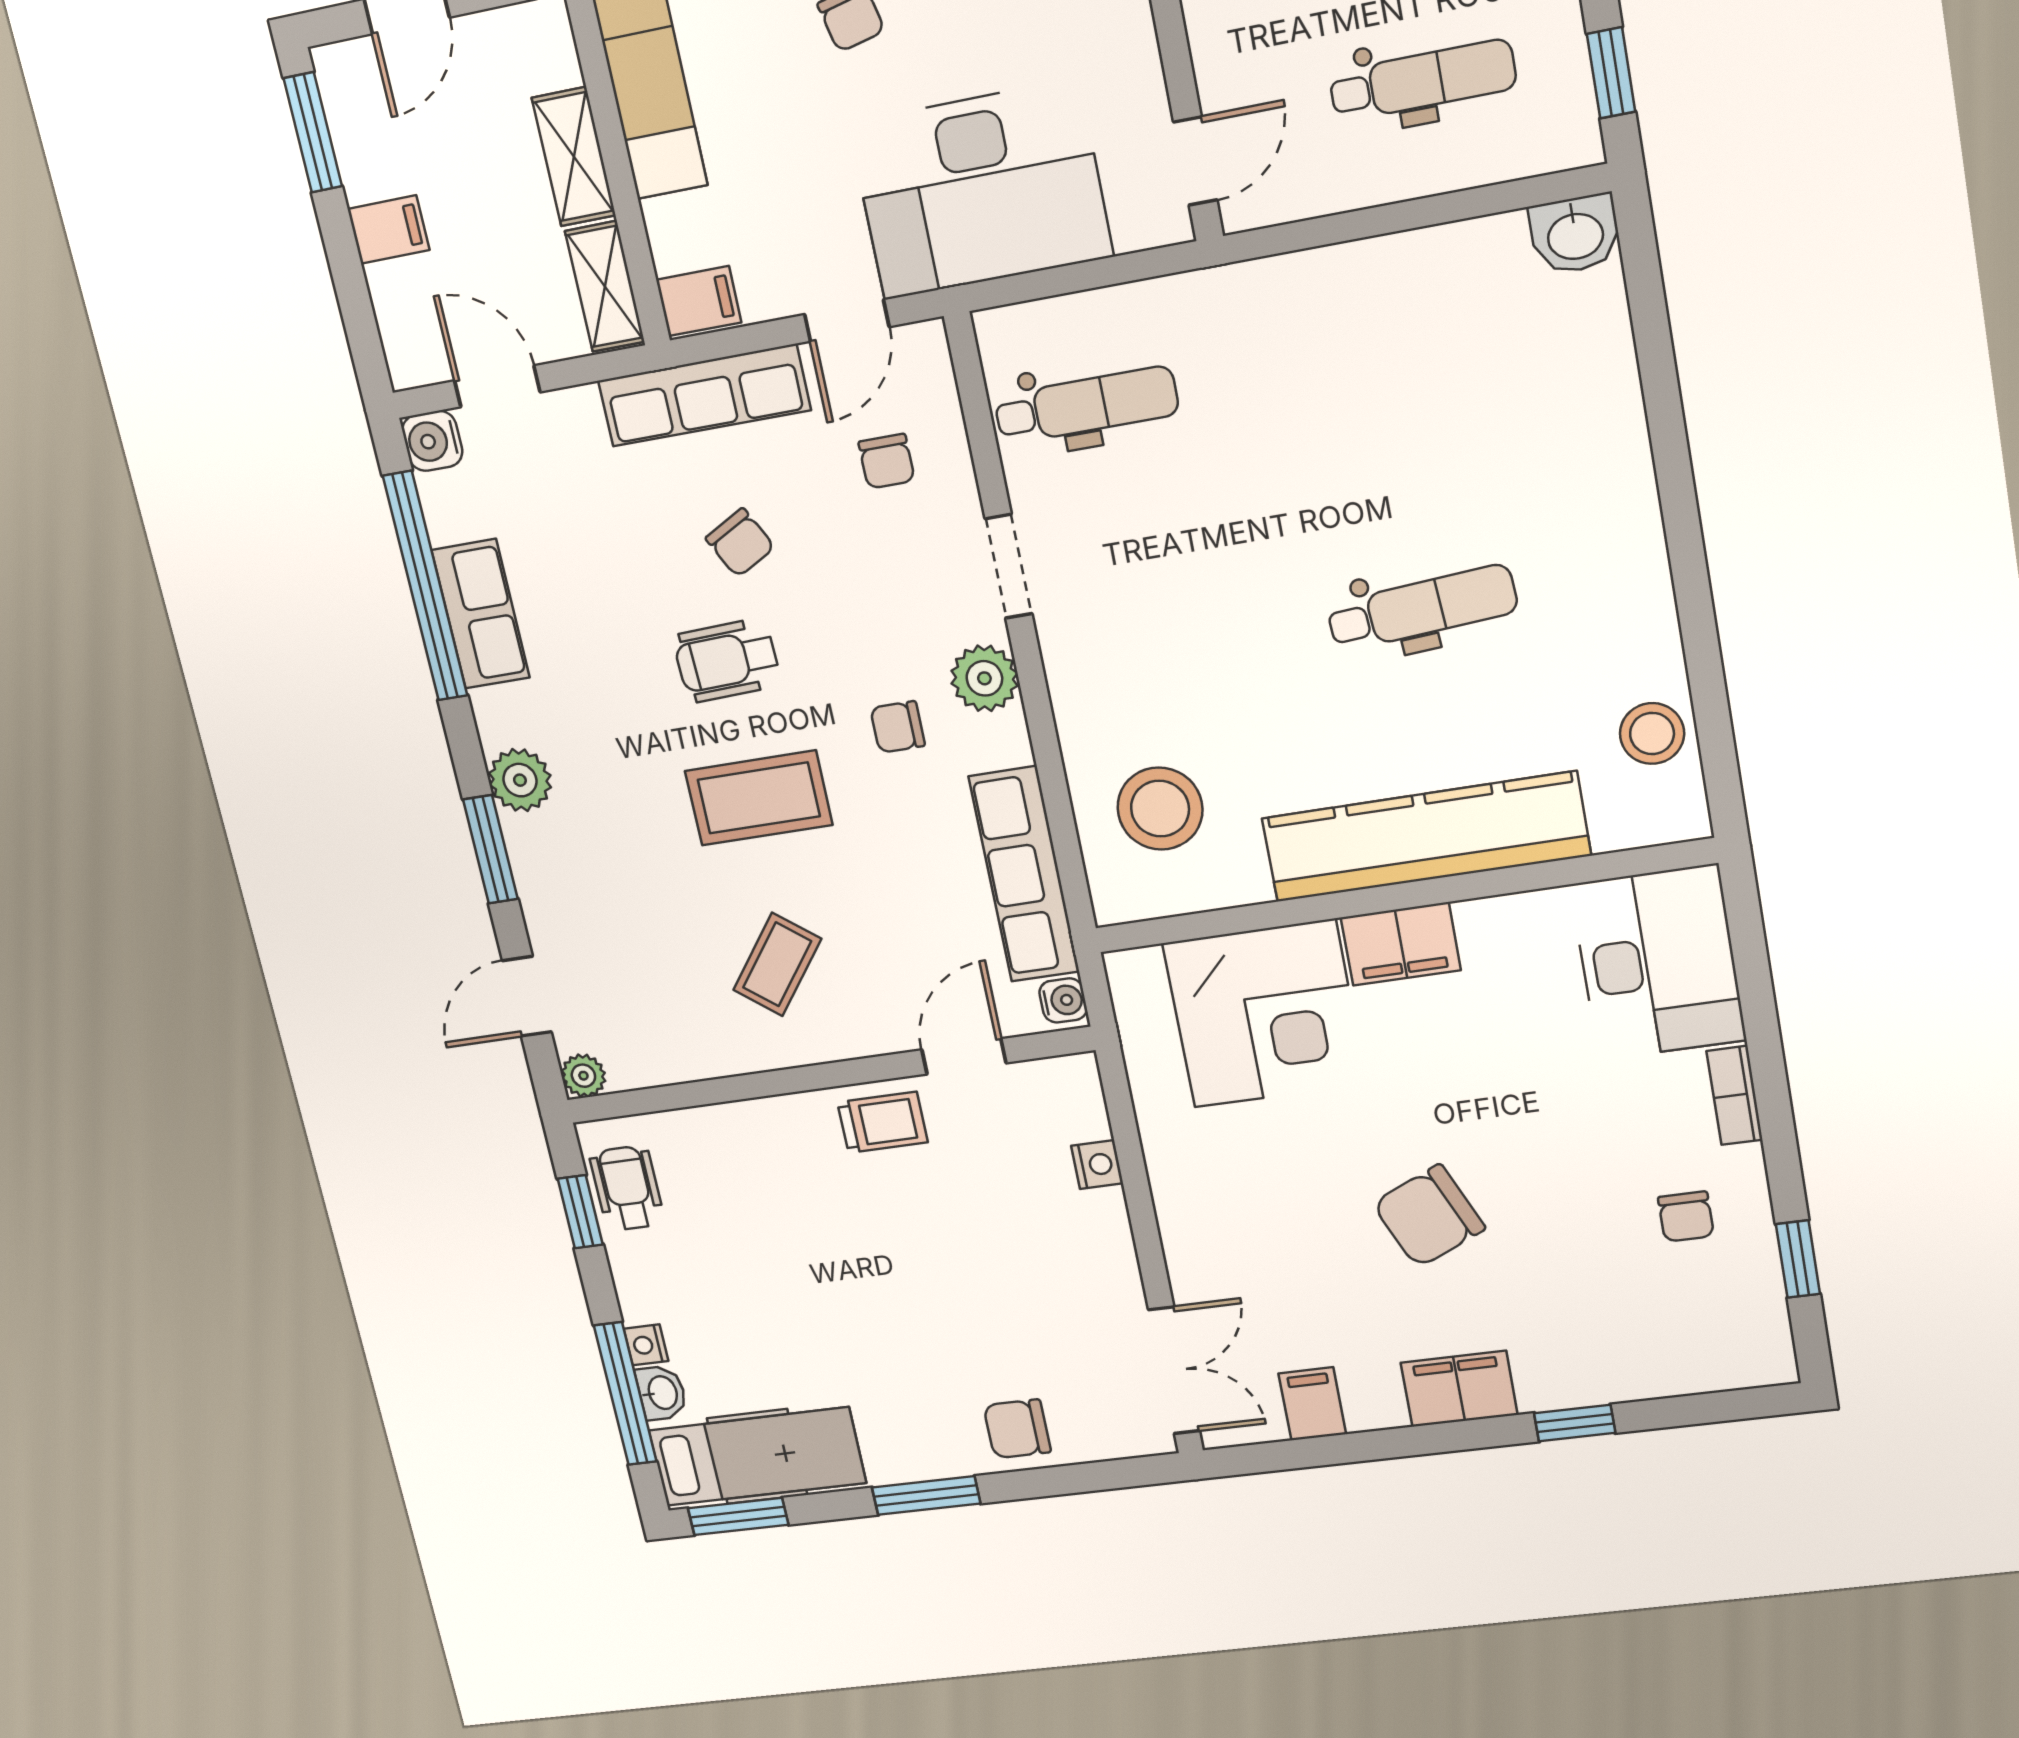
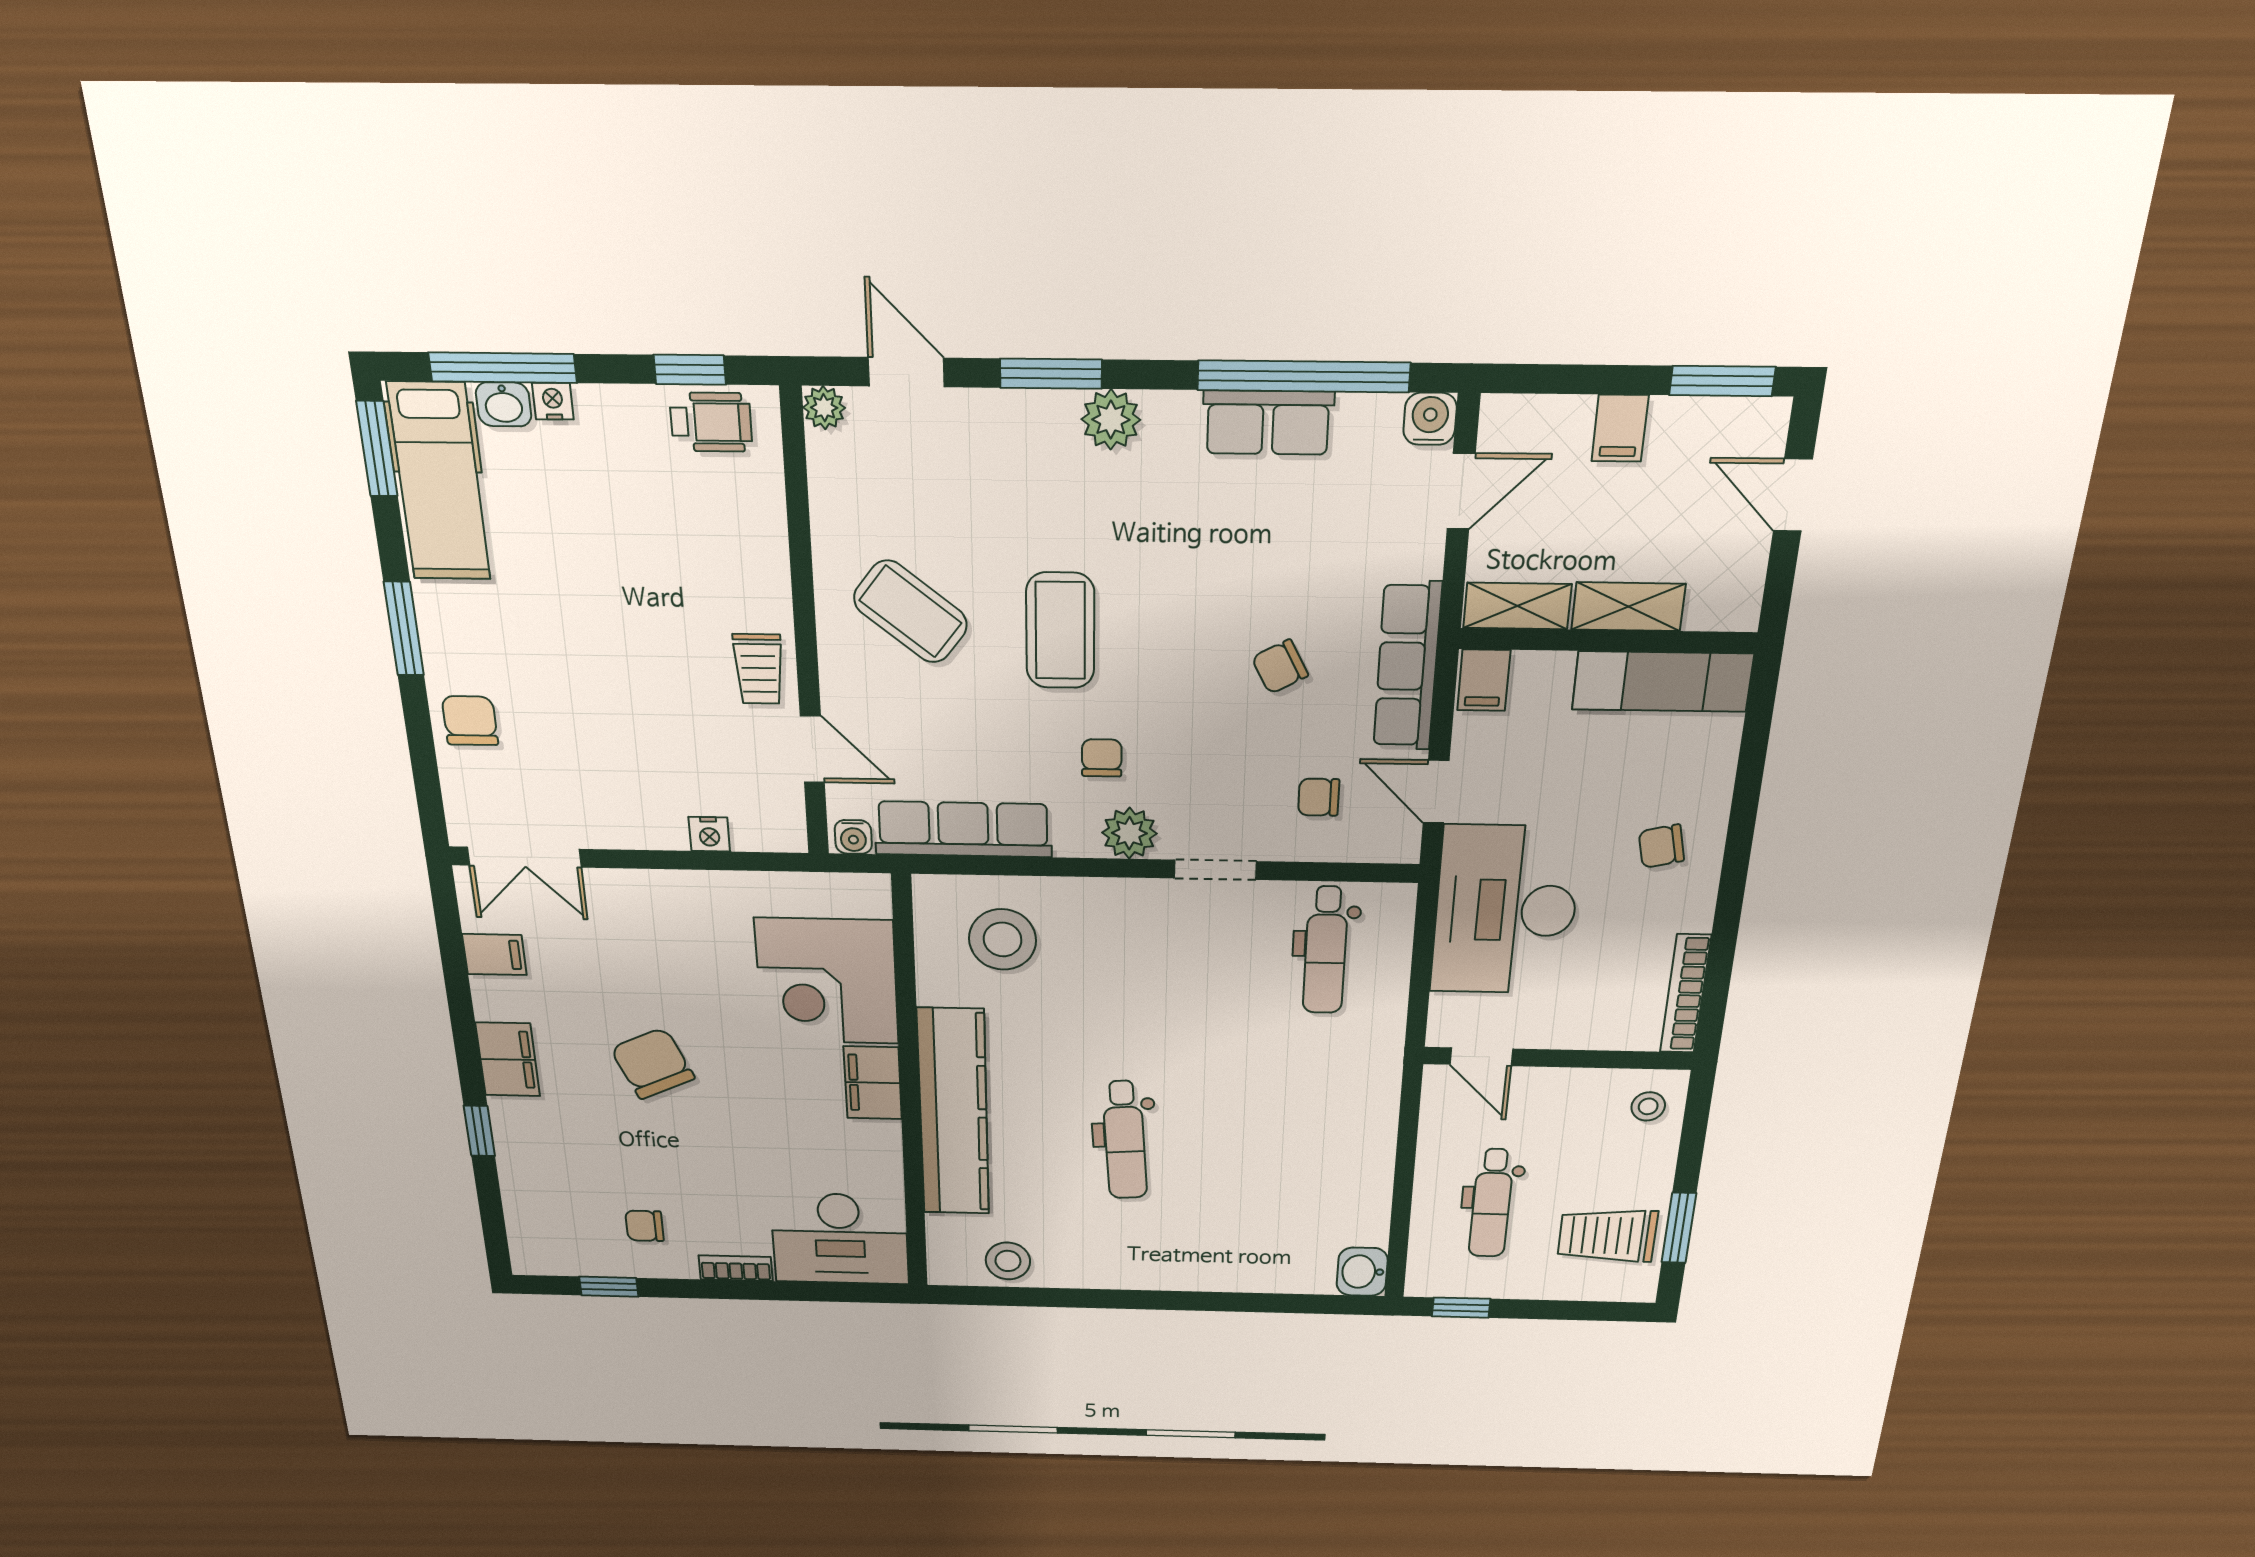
wheelchair: (727, 660) -> (1184, 632), removed
coffee table: (777, 964) -> (910, 612), width x1.36, depth x1.30

